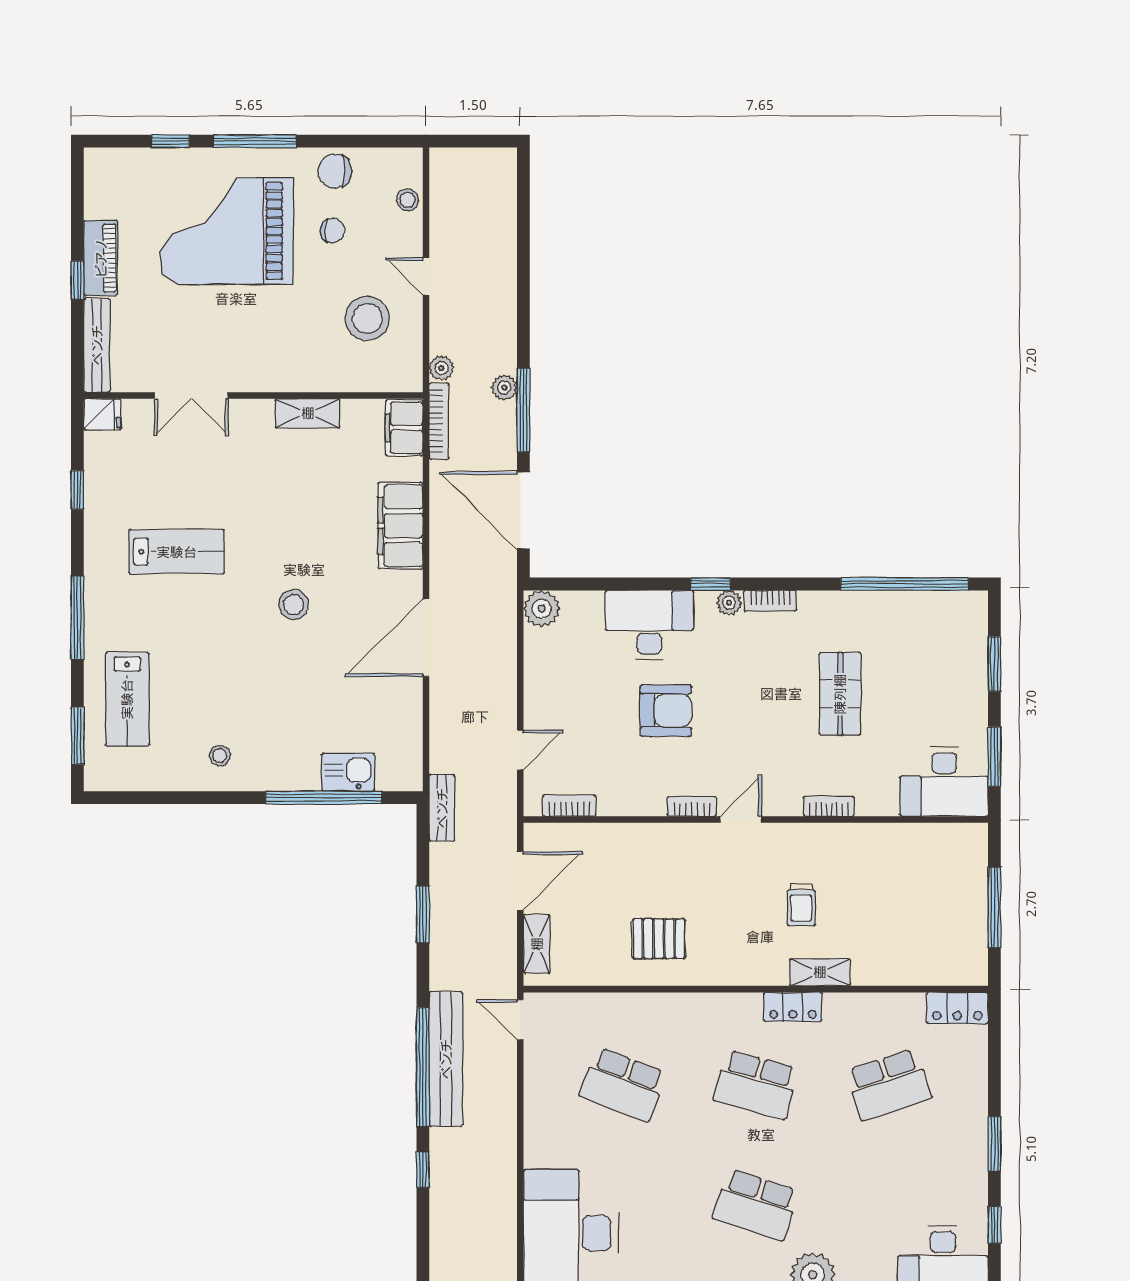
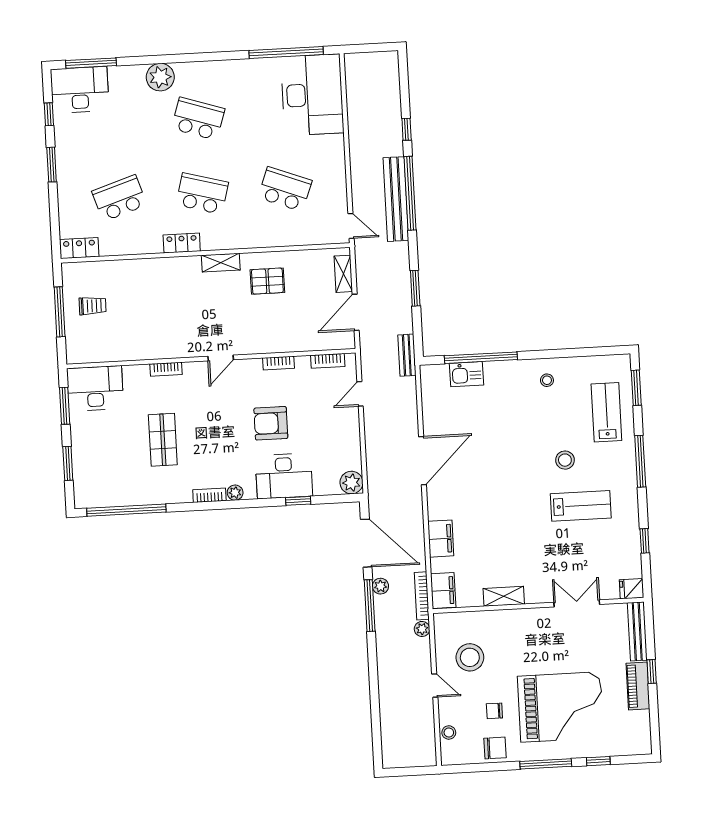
plant: (504, 388) -> (380, 586), moved
filing cabinet: (400, 526) -> (441, 539), width x0.67, depth x0.86
lab bench: (177, 552) -> (581, 506), turned 180
window: (710, 584) -> (298, 501), moved
stool: (294, 604) -> (565, 460), moved
bookcase: (692, 806) -> (278, 363), moved
trolley: (801, 905) -> (93, 306), moved, turned 90
shelving: (820, 972) -> (221, 263), moved

